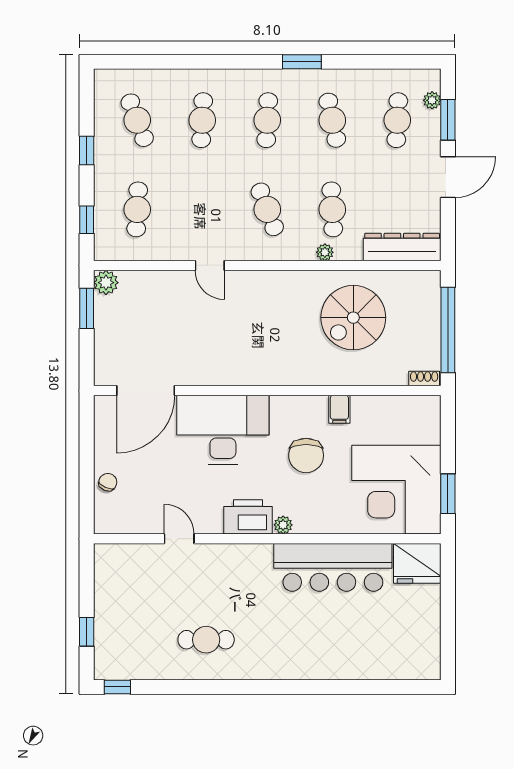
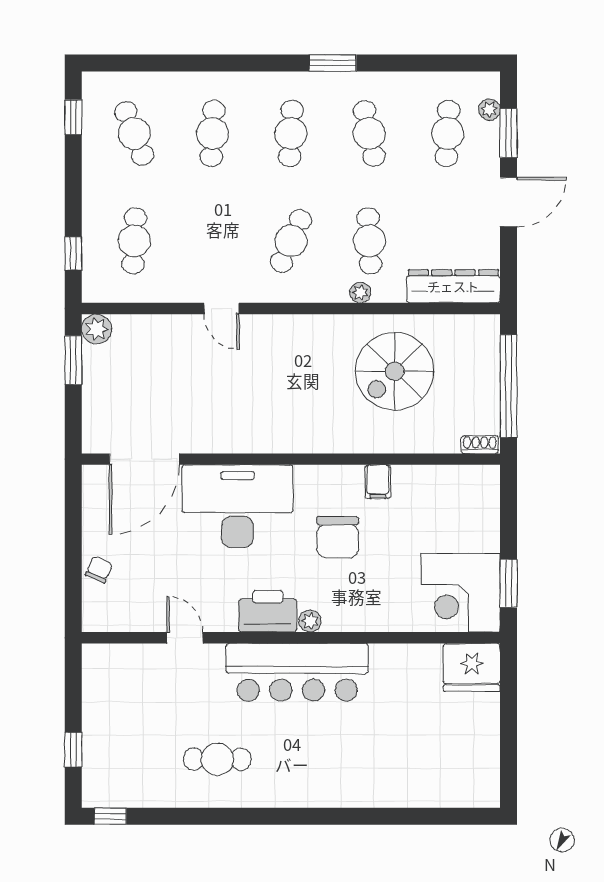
window: (87, 150) -> (73, 117), moved
cafe table: (267, 209) -> (291, 241), turned 45
corner desk: (396, 490) -> (461, 593), width x0.74, depth x0.74
bar counter: (333, 567) -> (297, 672), moved

